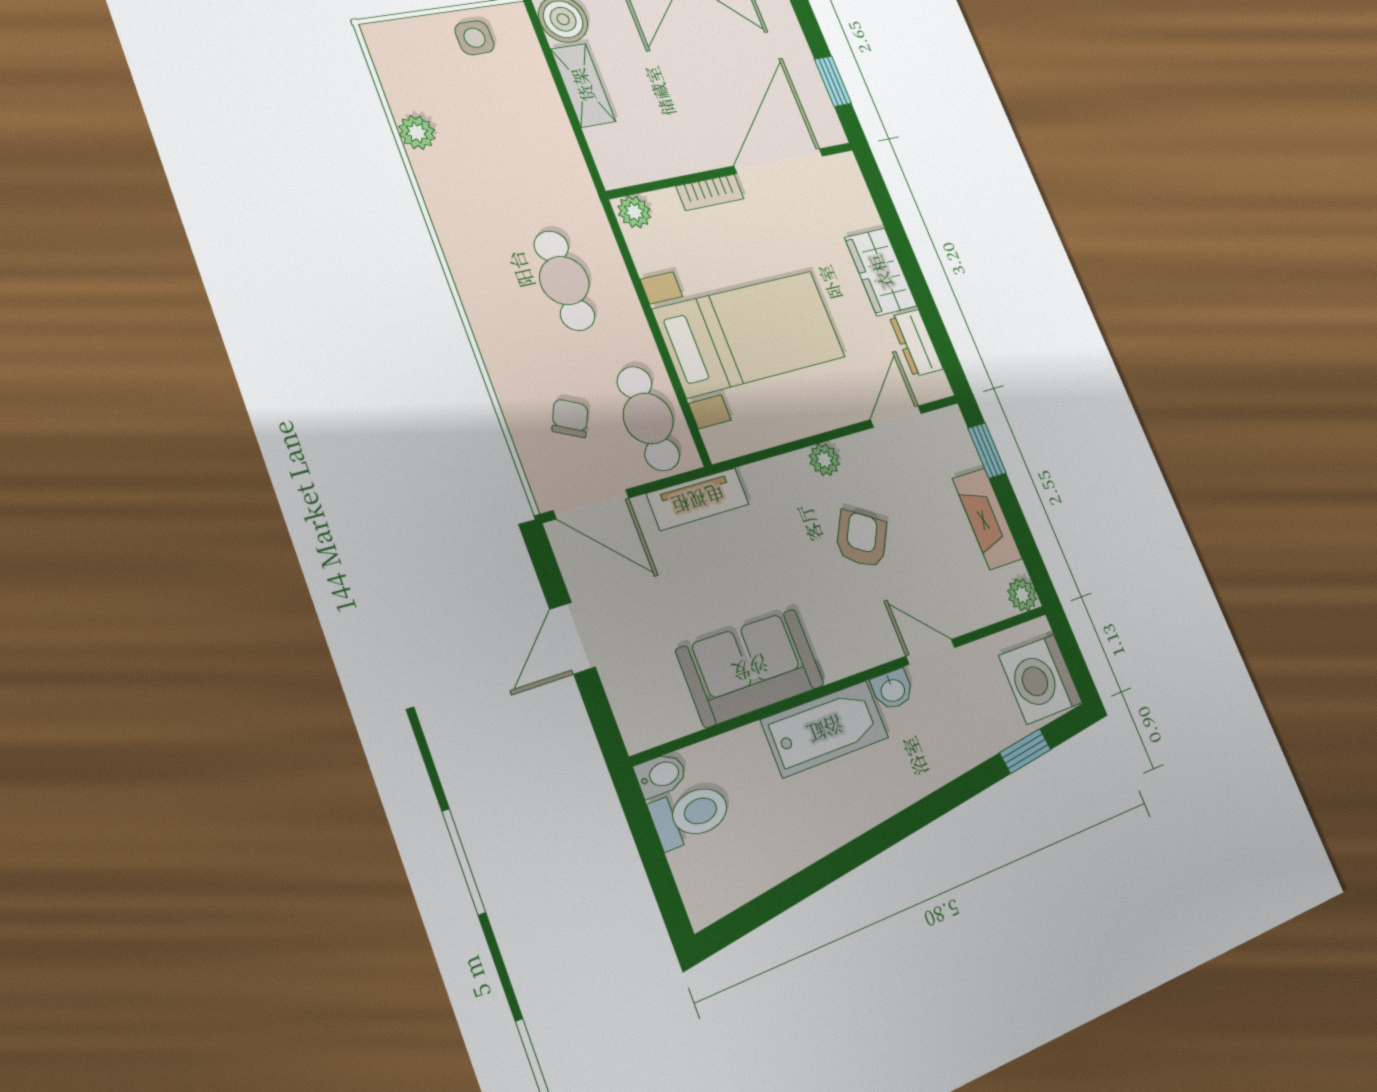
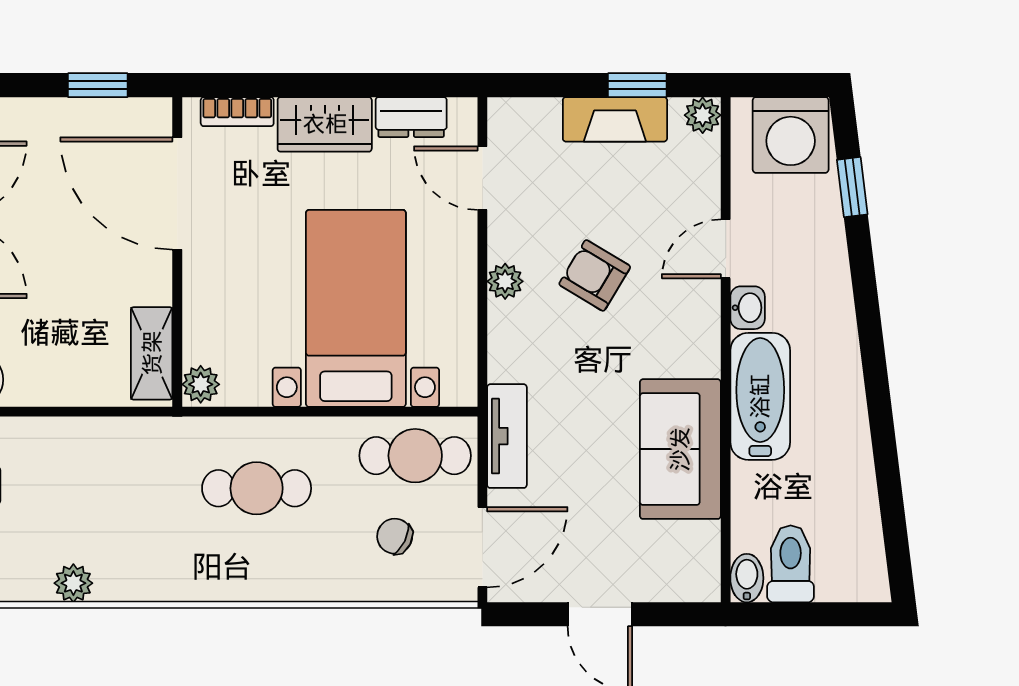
shelving: (583, 85) -> (152, 353), moved, turned 90
bookcase: (710, 192) -> (237, 112), moved, turned 90
window: (987, 451) -> (637, 85), moved

